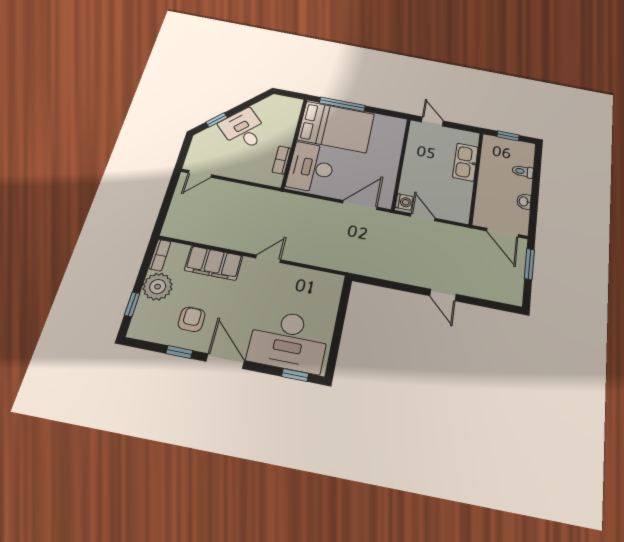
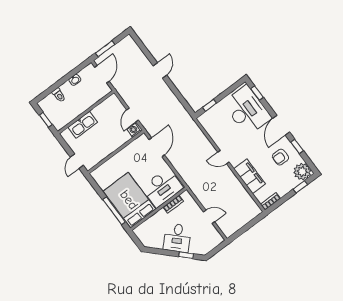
door: (200, 174) -> (209, 217), moved
door: (360, 205) -> (157, 147), swing flipped
plant: (158, 287) -> (302, 172), moved
window: (343, 306) -> (209, 105), added

